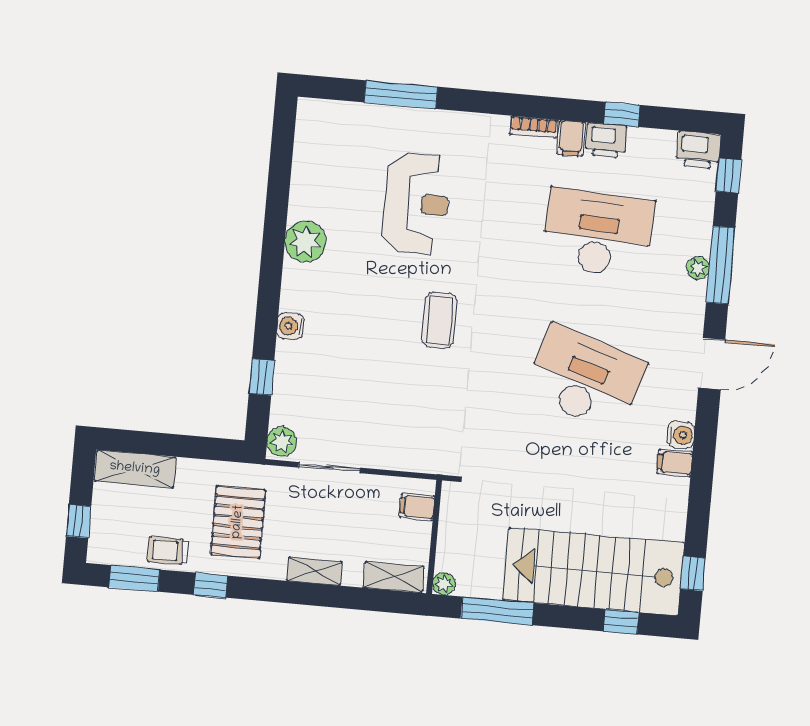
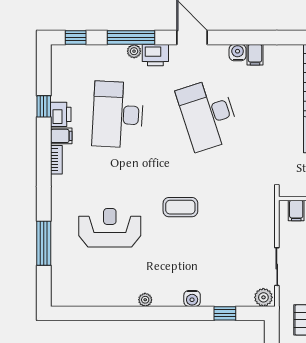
printer: (698, 150) -> (155, 55), moved, turned 90
plant: (305, 242) -> (145, 300), width x0.53, depth x0.53
desk: (585, 378) -> (208, 115), turned -36

